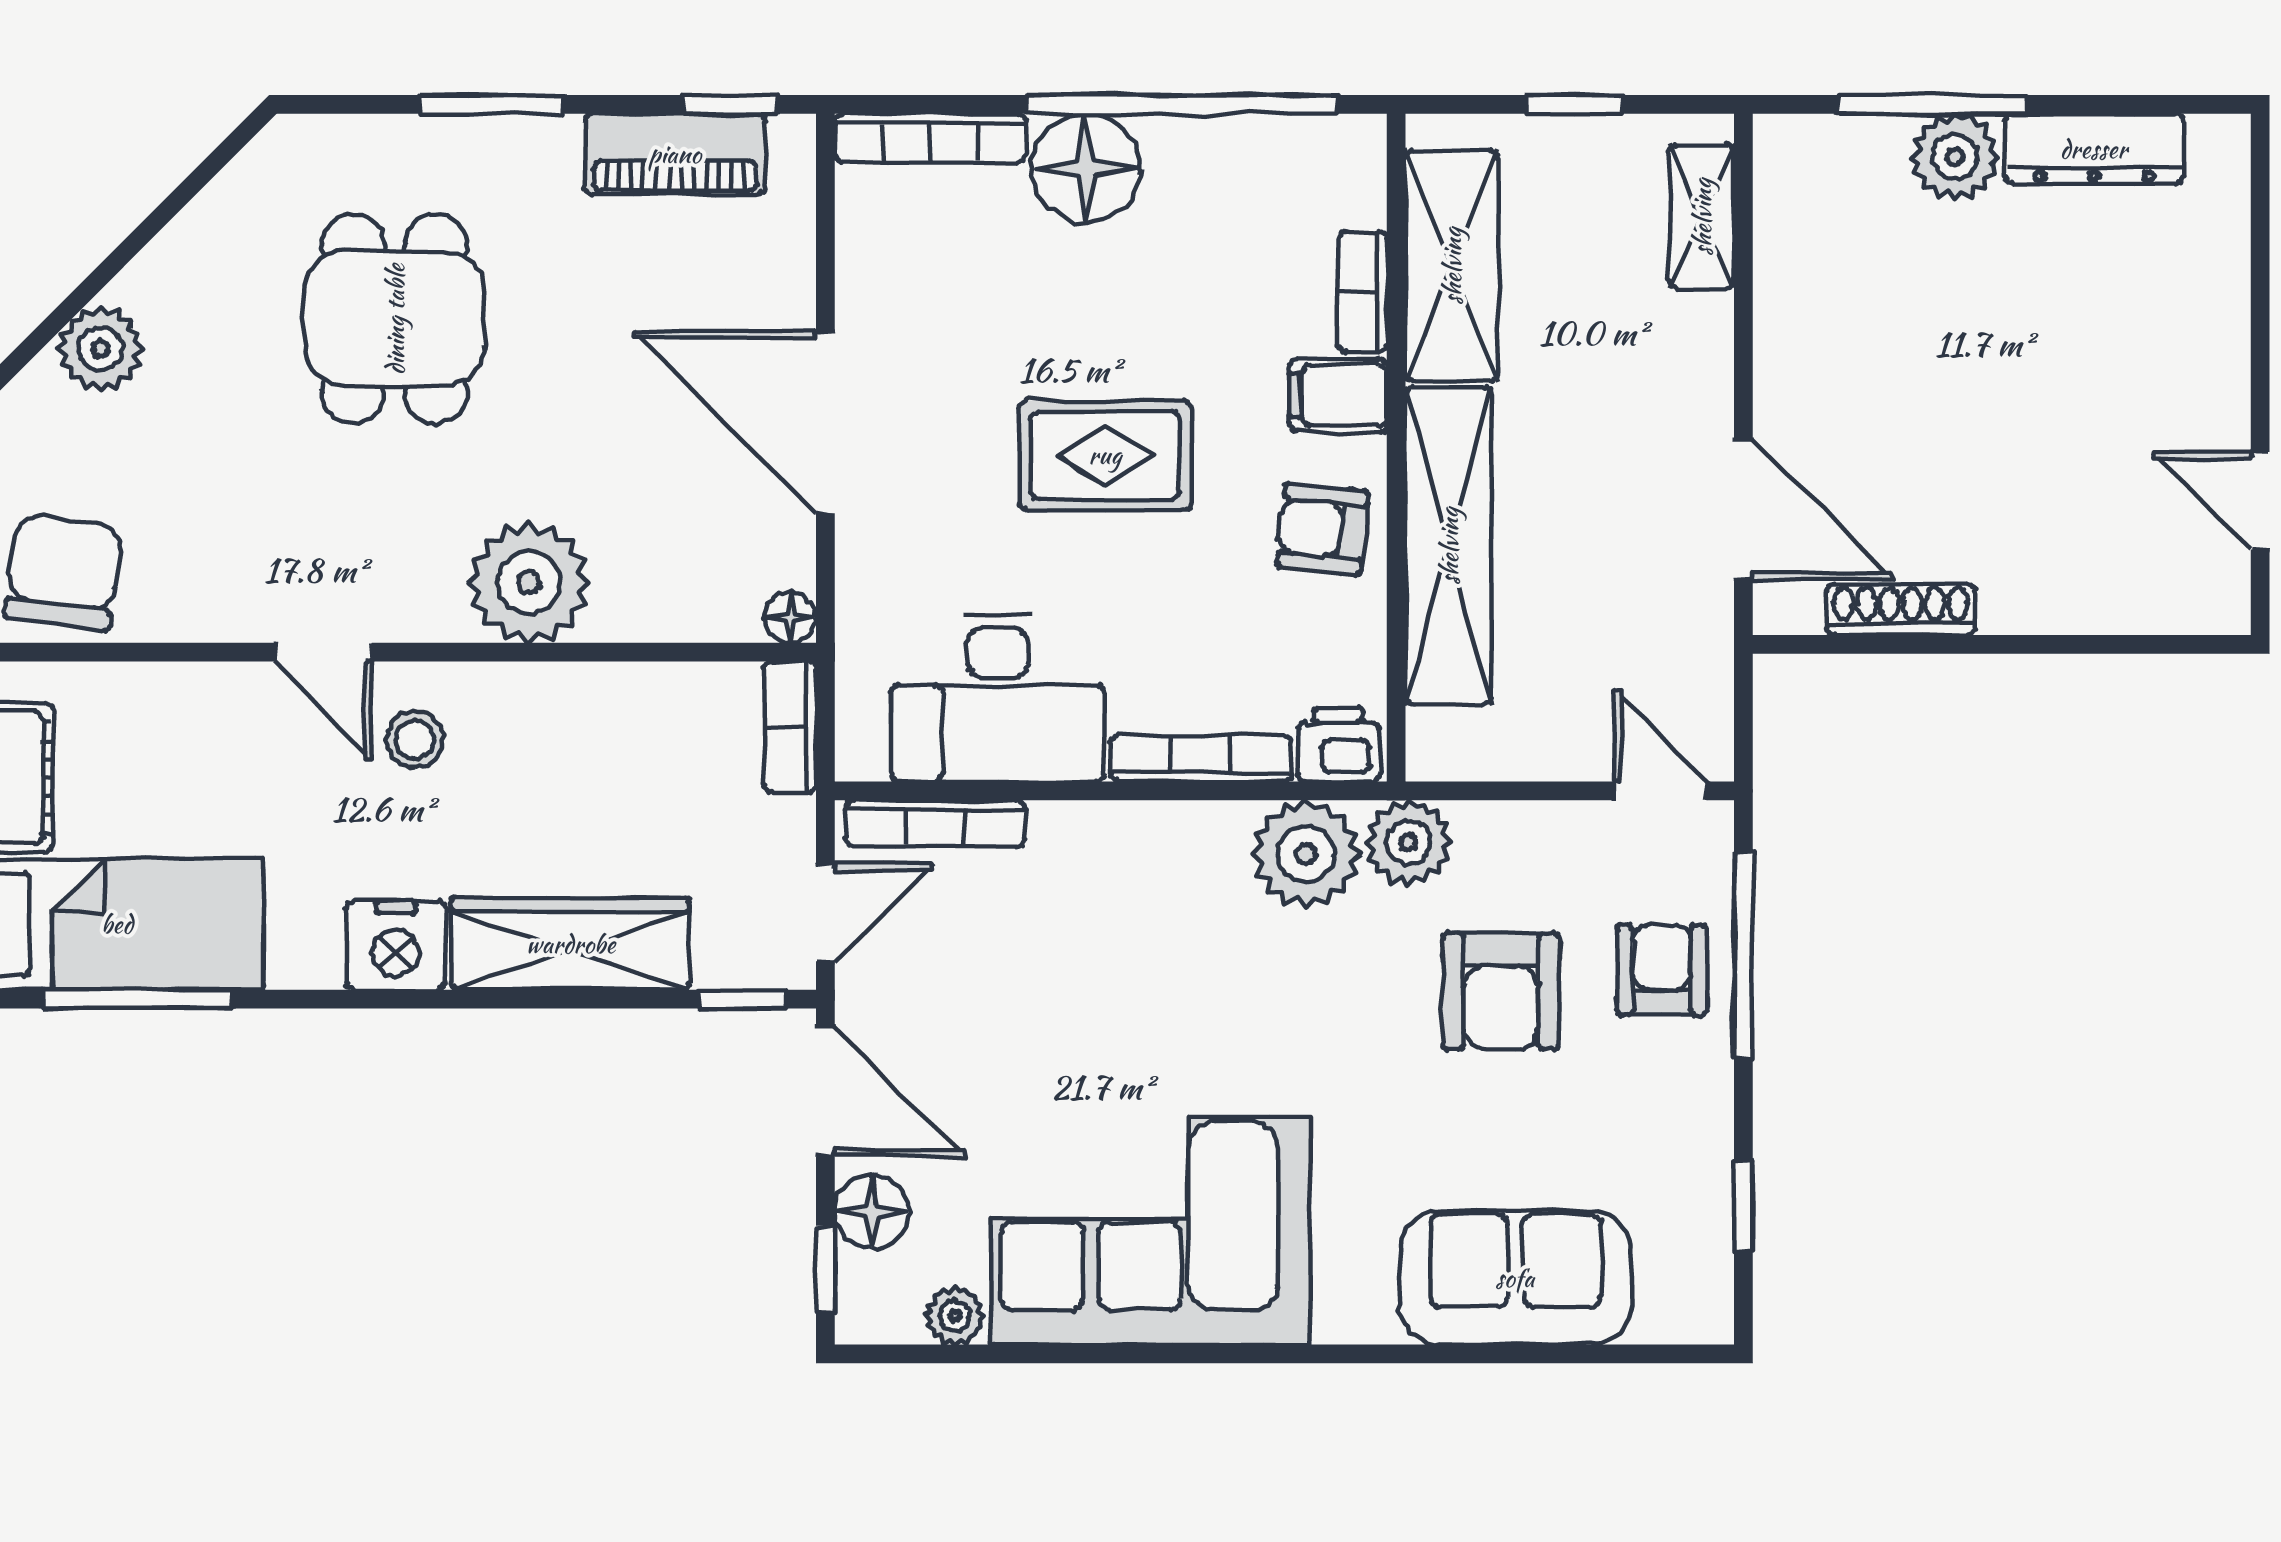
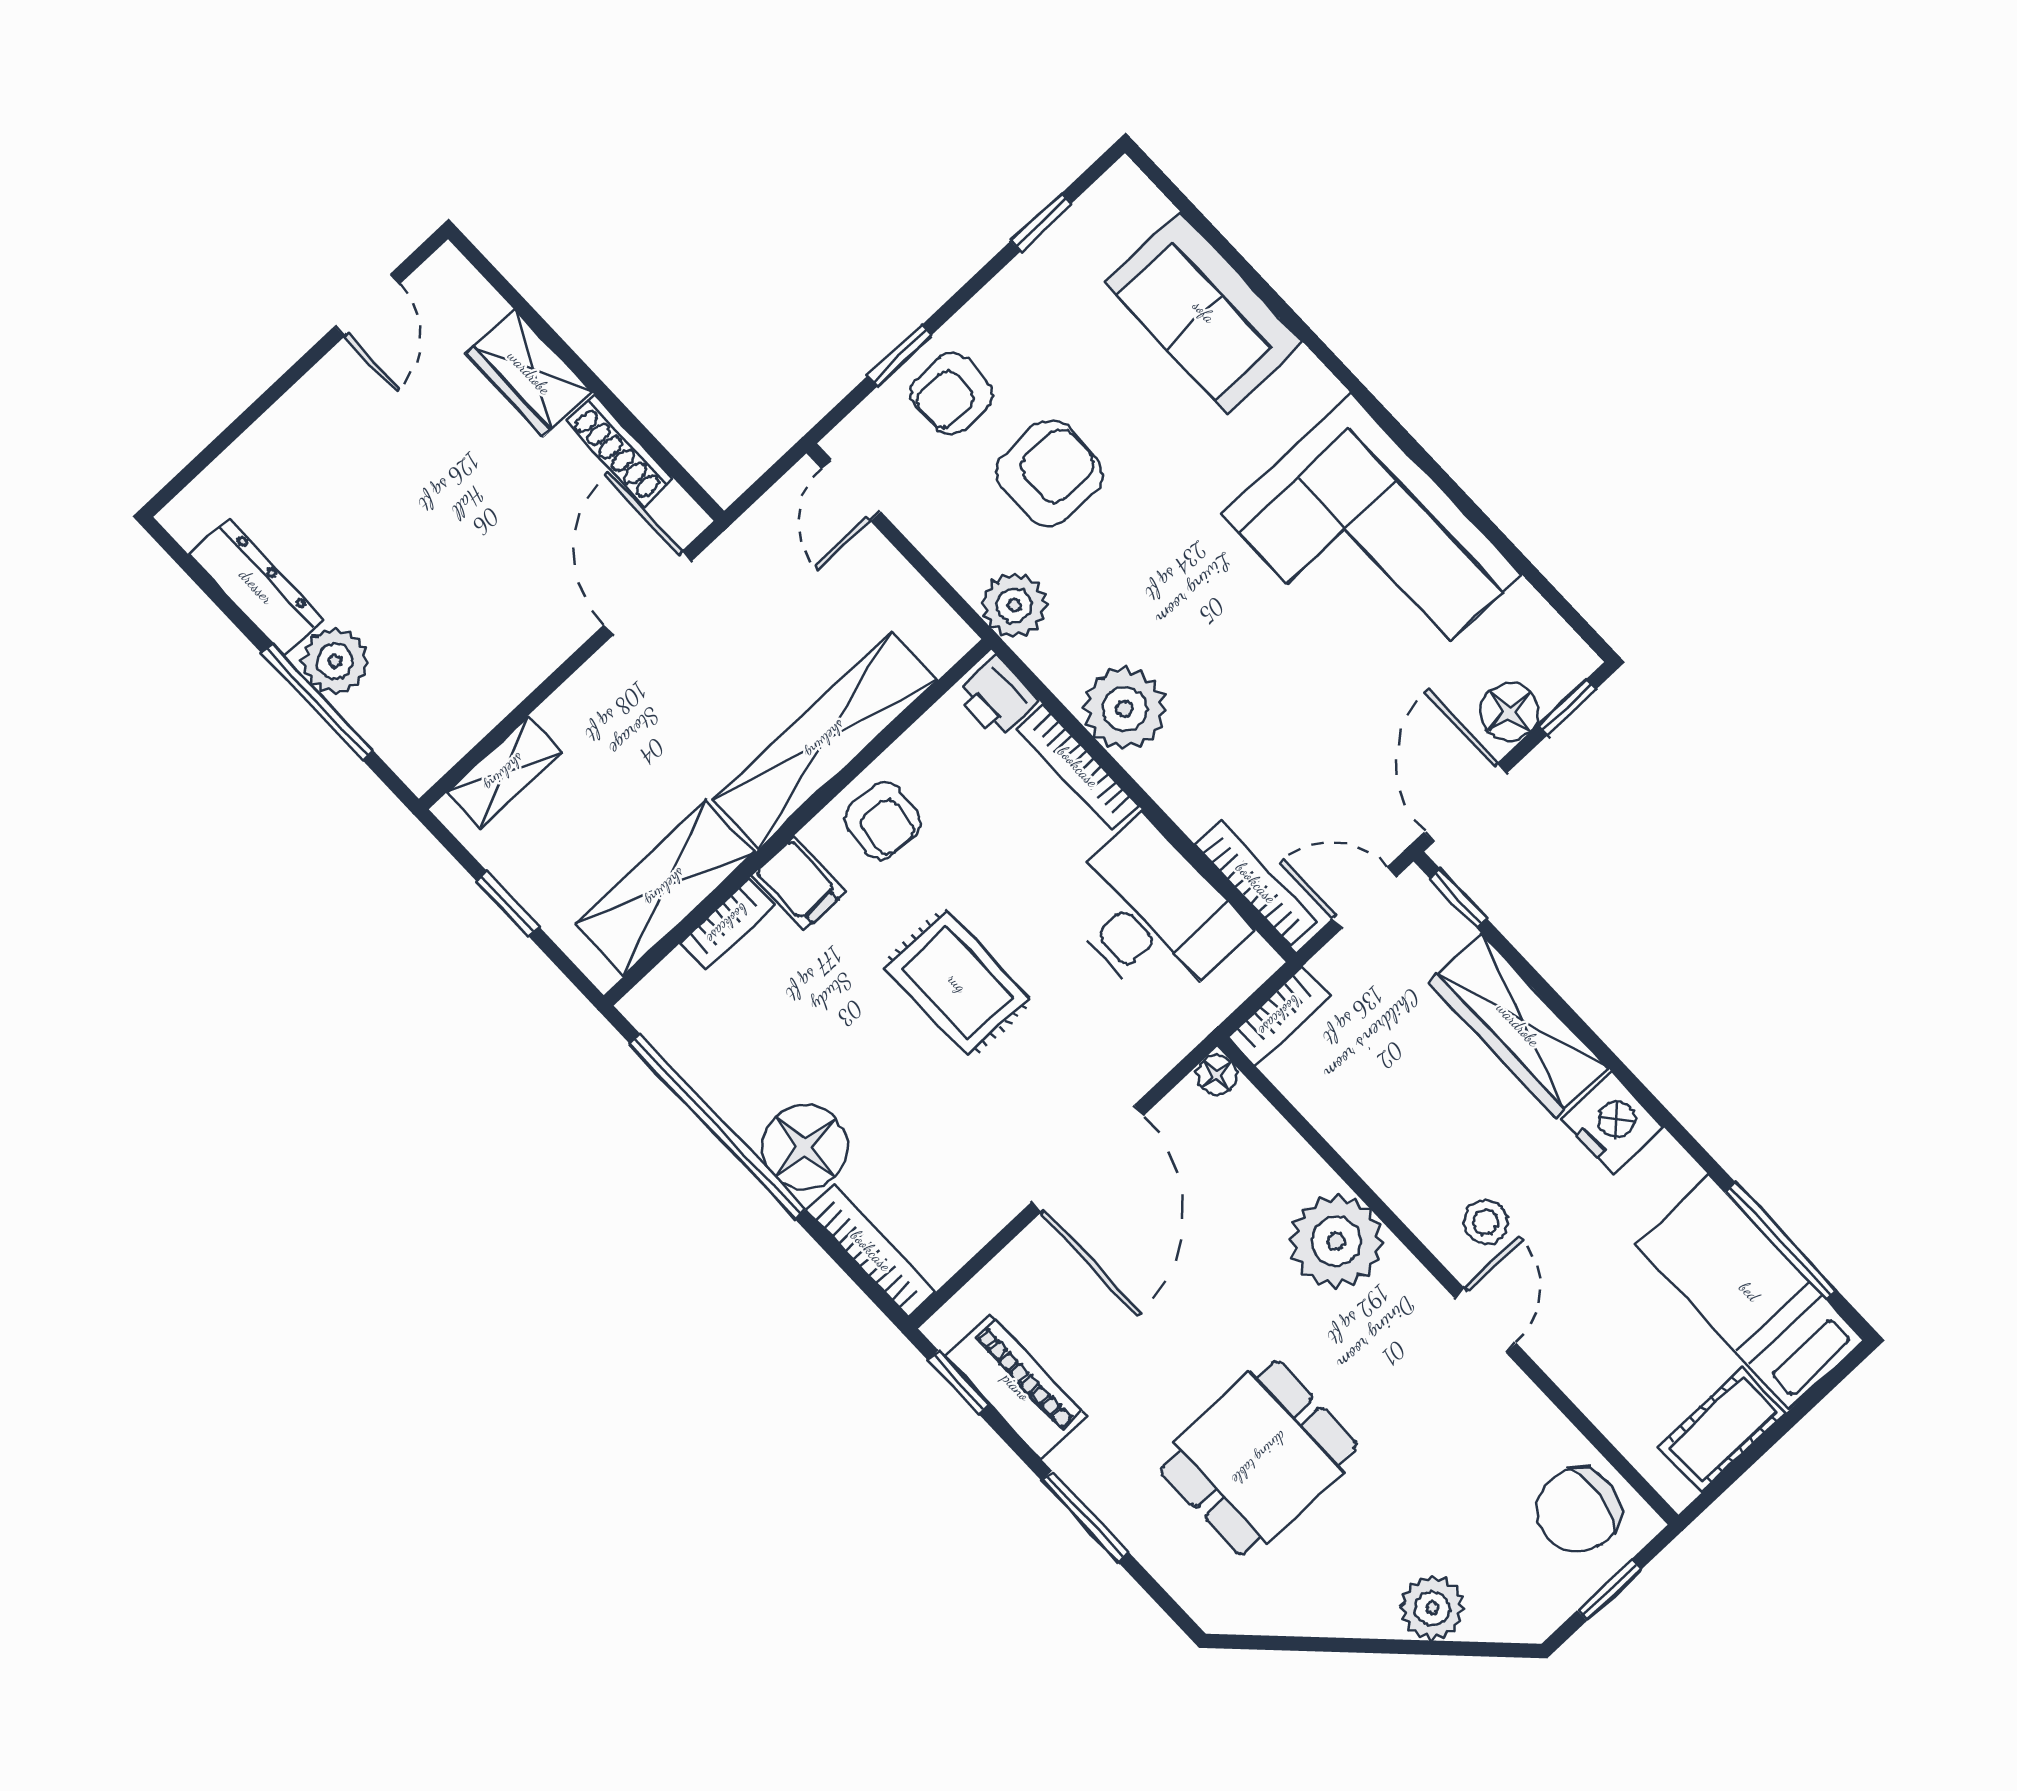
wardrobe: (2055, 593) -> (529, 373), added
plant: (1306, 854) -> (1124, 709), moved
window: (1743, 955) -> (900, 355), width x0.46
plant: (955, 1316) -> (1524, 609), removed

